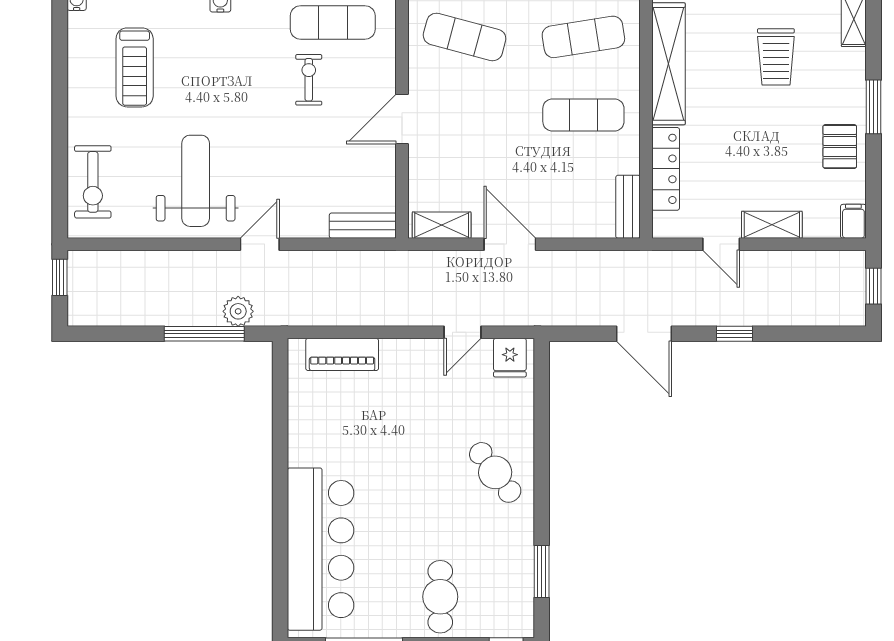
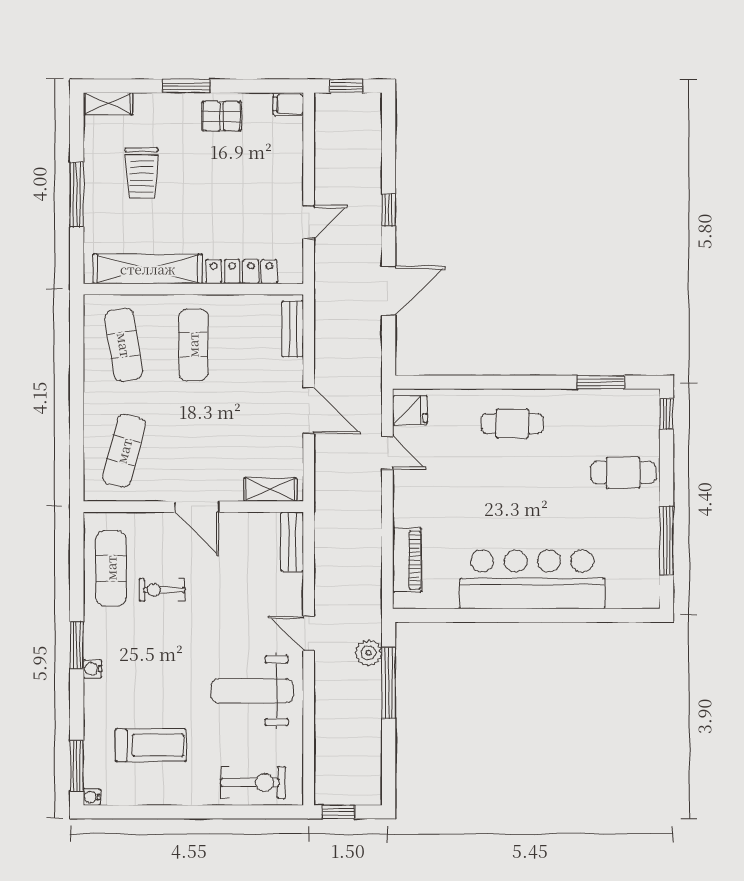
trolley: (776, 57) -> (142, 173), turned 90
bench: (628, 207) -> (293, 329), moved, turned 90
shelving: (442, 225) -> (270, 490), moved, turned 90
shelving: (772, 225) -> (291, 177), removed
door: (510, 244) -> (309, 410), swing flipped
cafe table: (495, 472) -> (512, 424), turned 37
bar counter: (321, 549) -> (532, 579), moved

